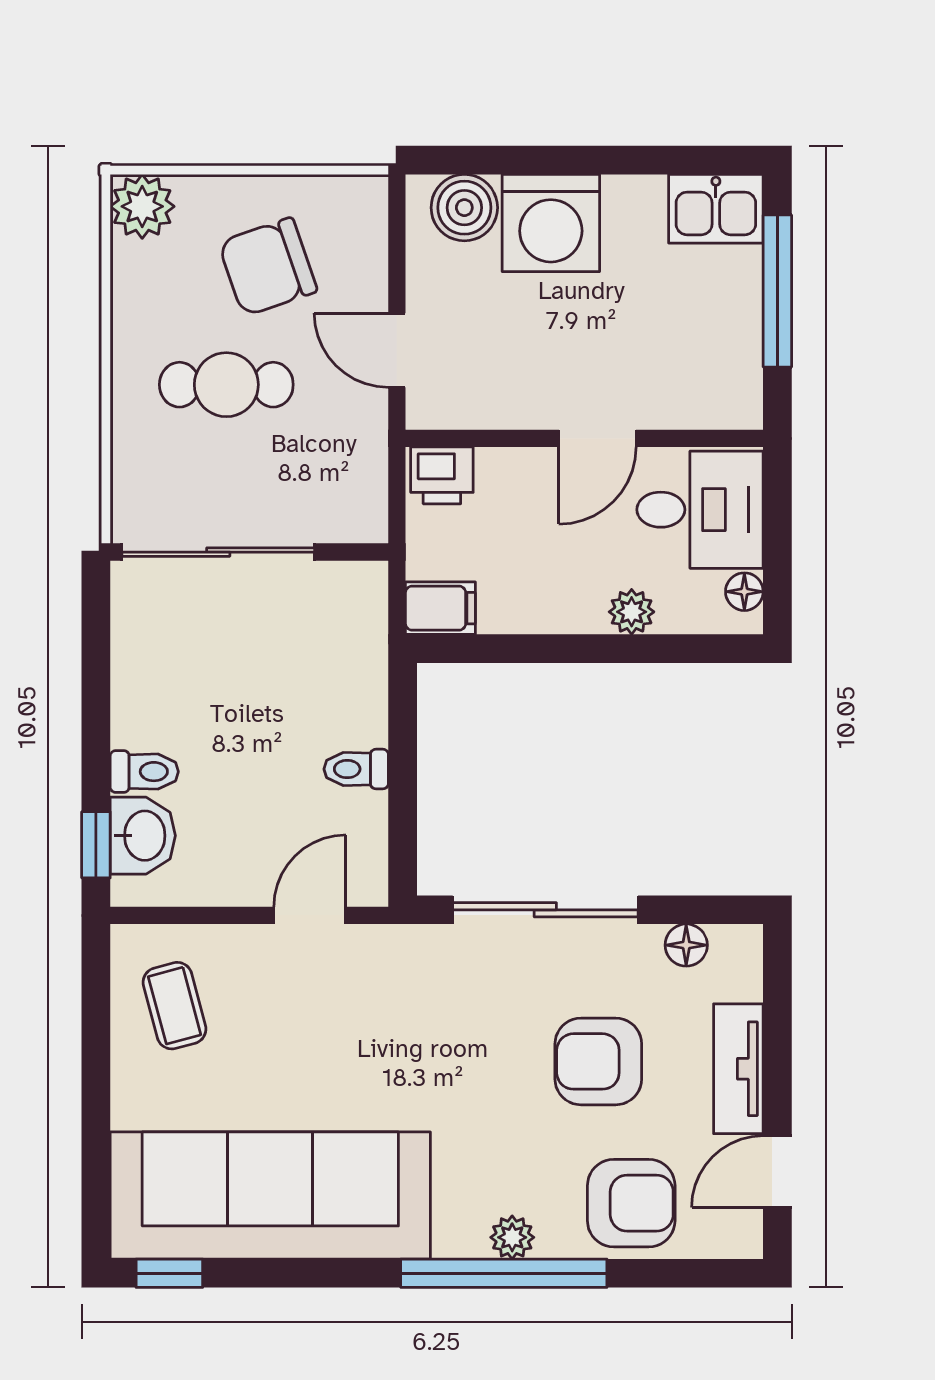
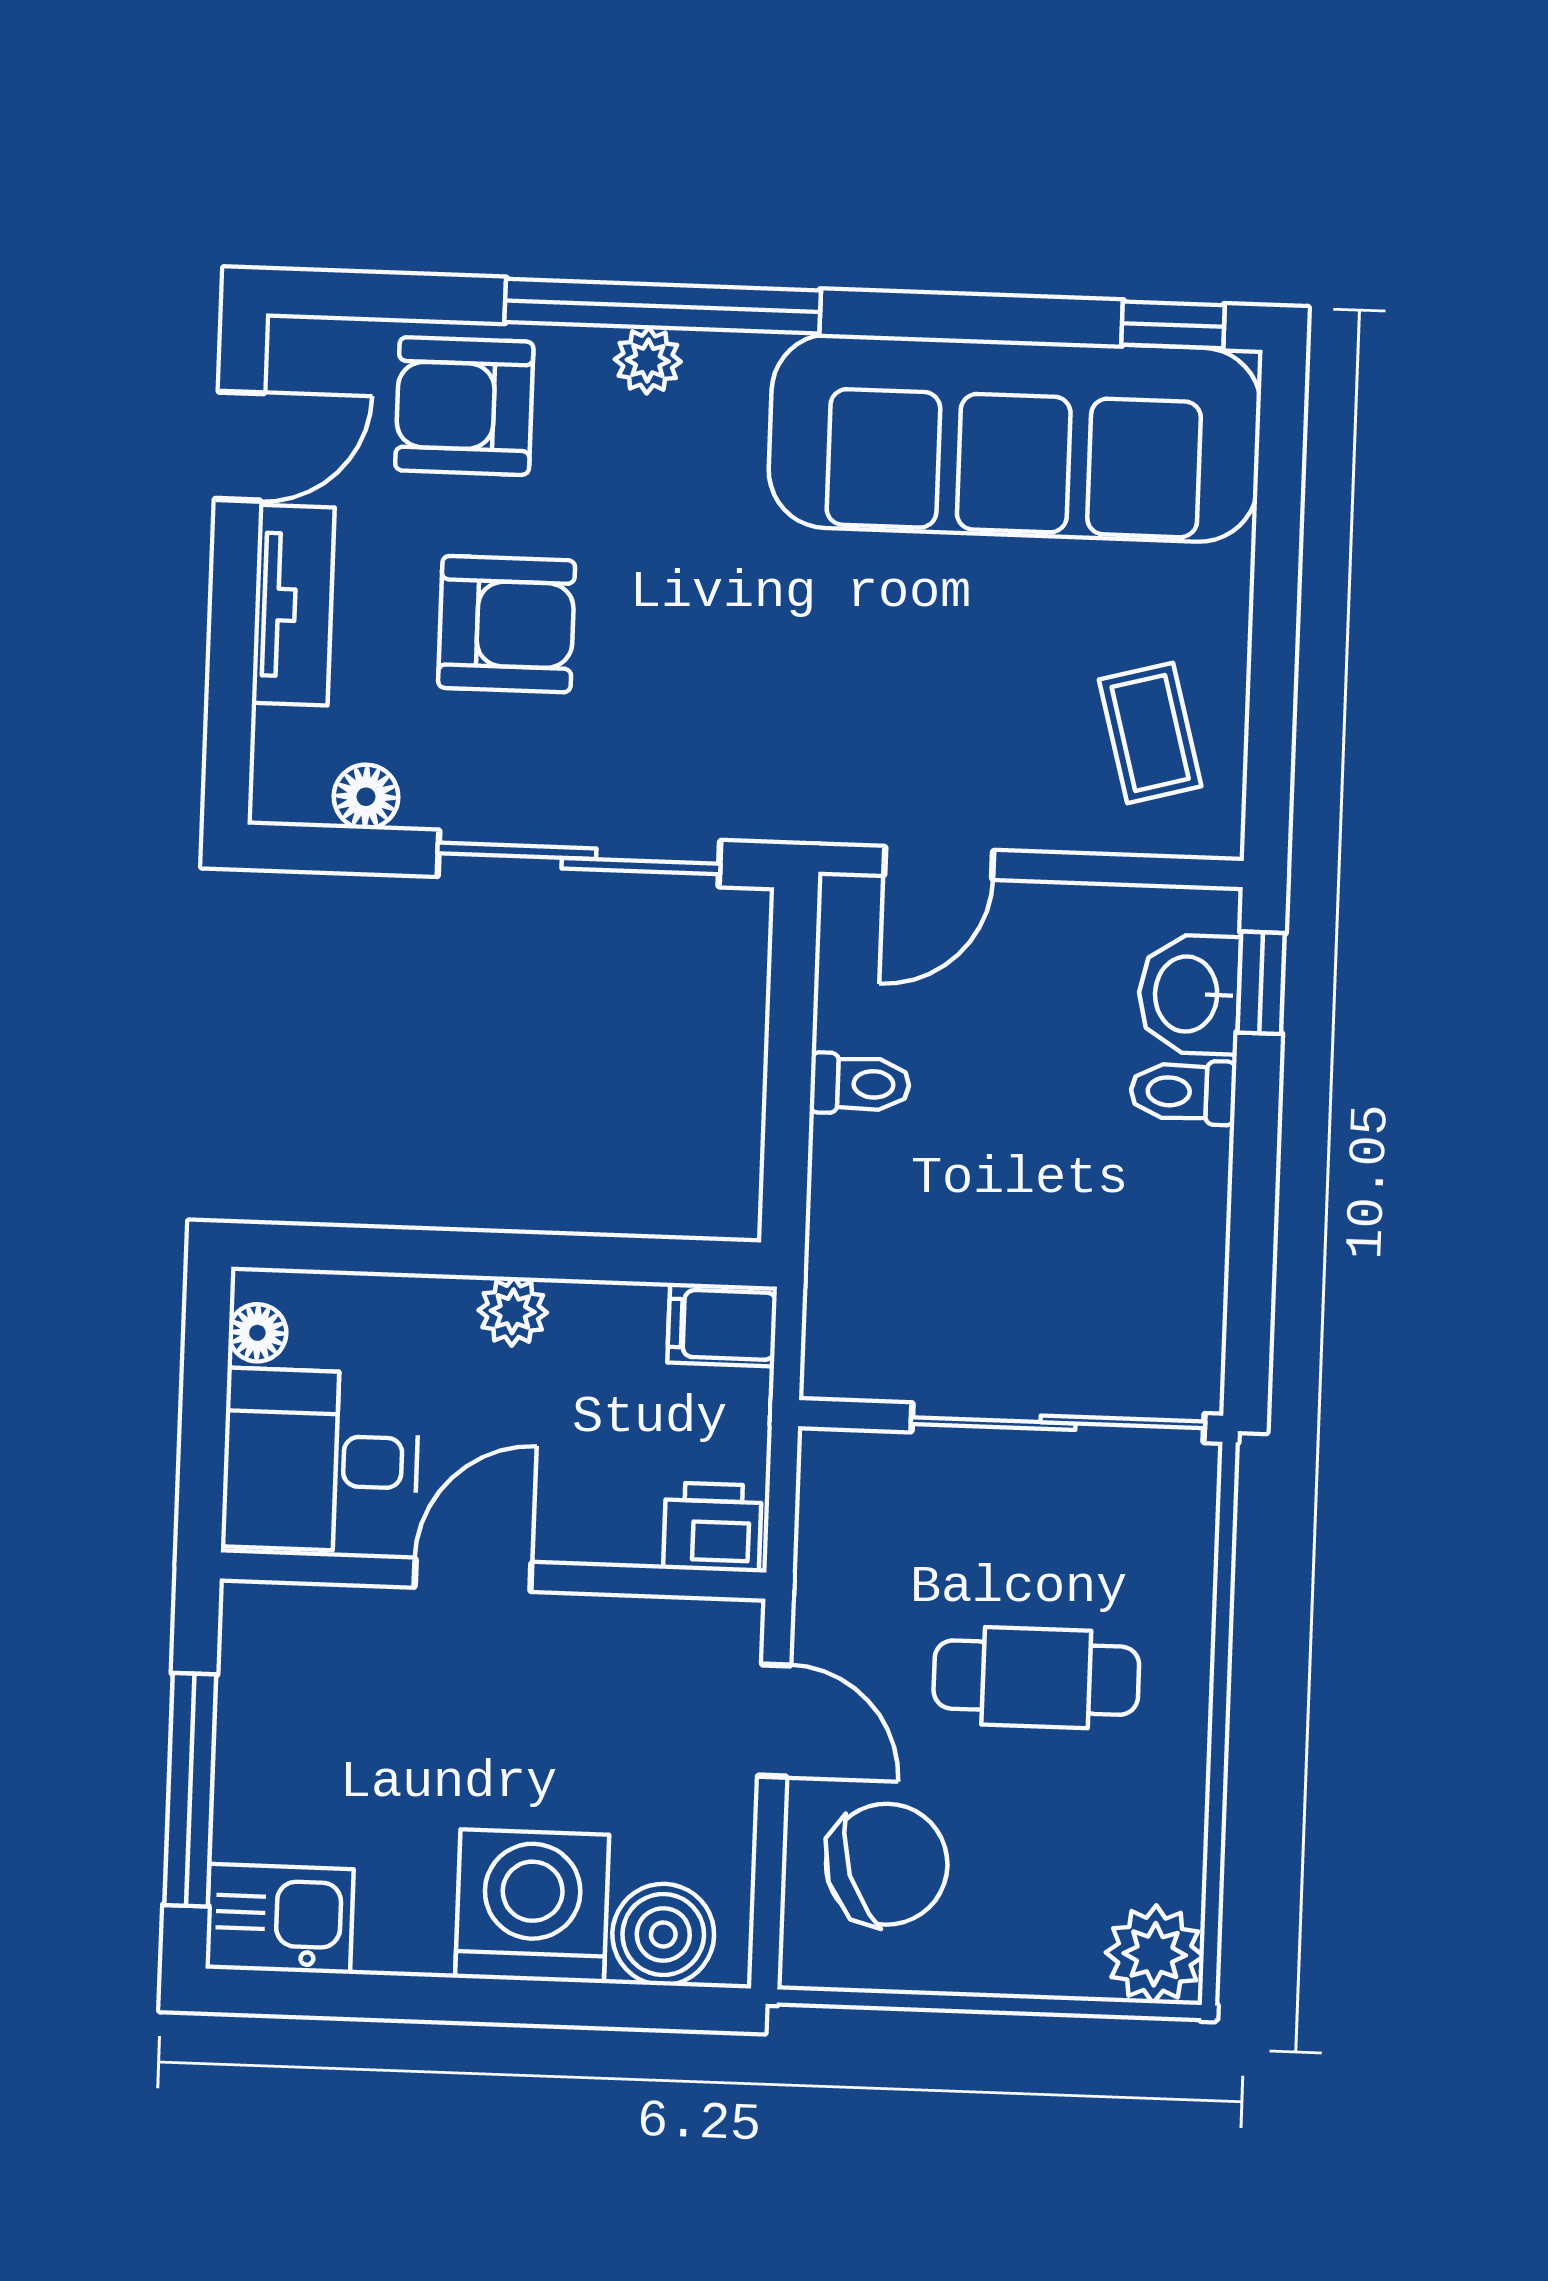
chair: (268, 267) -> (887, 1864), moved
plant: (632, 612) -> (513, 1311), moved

